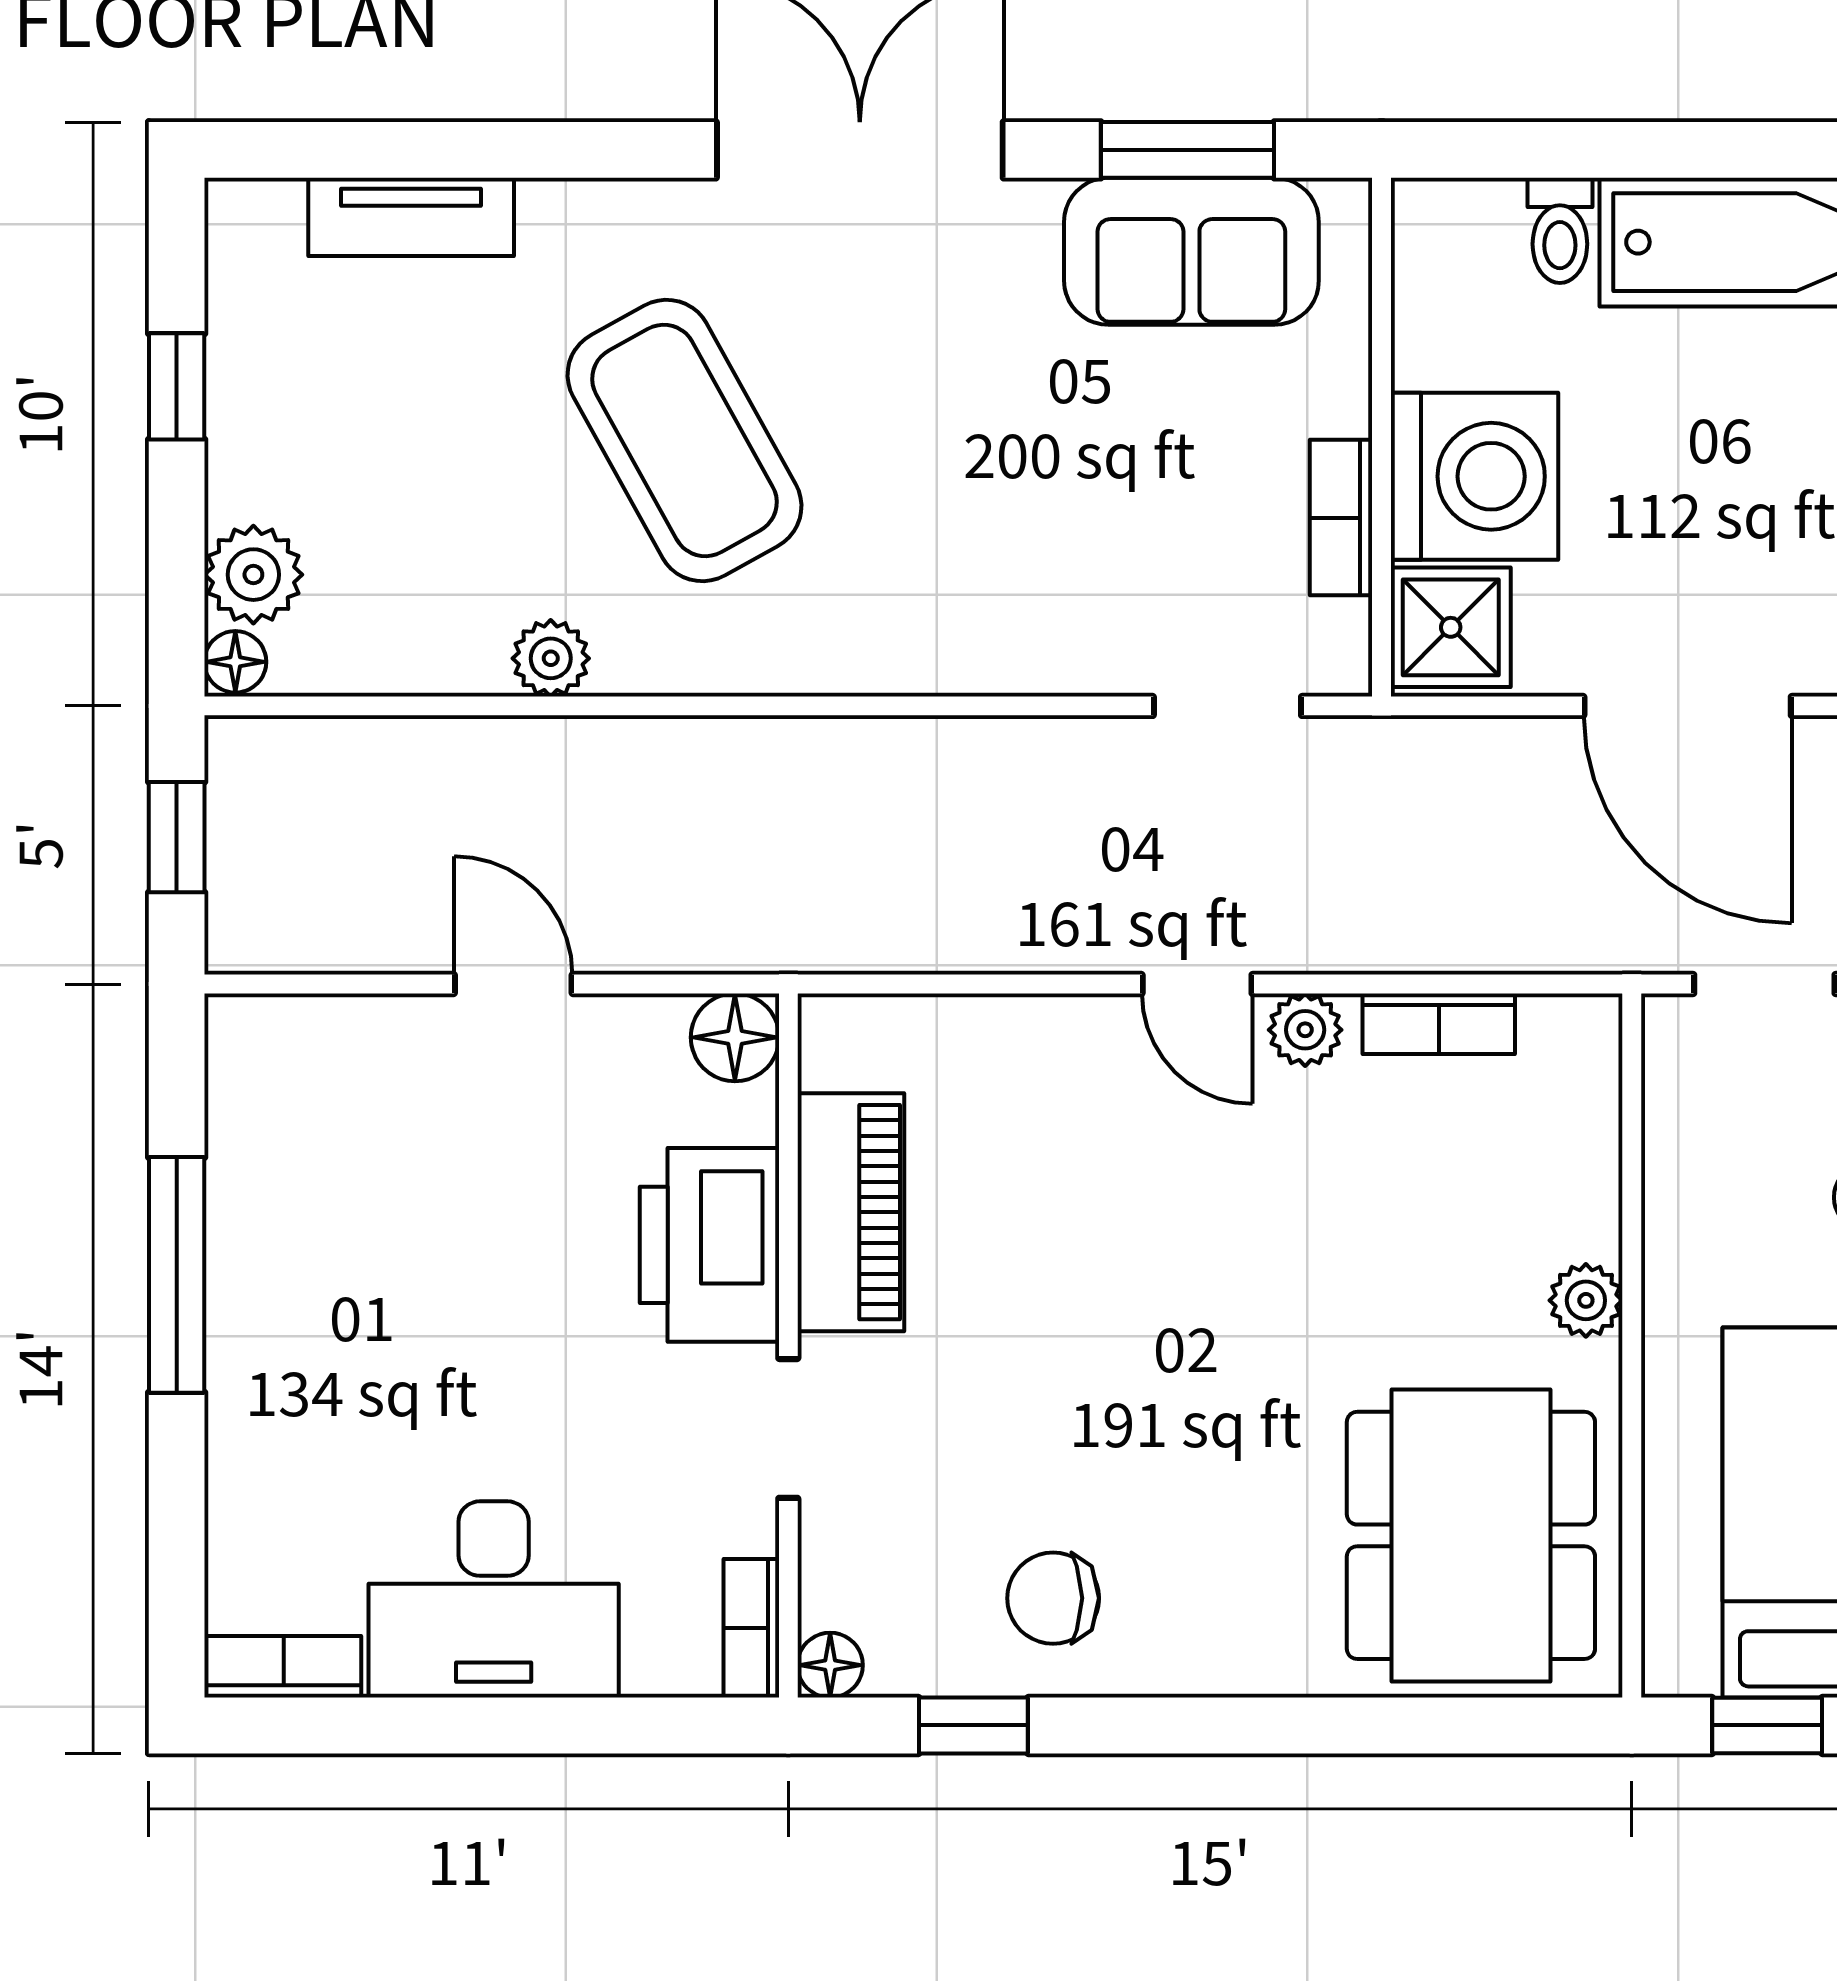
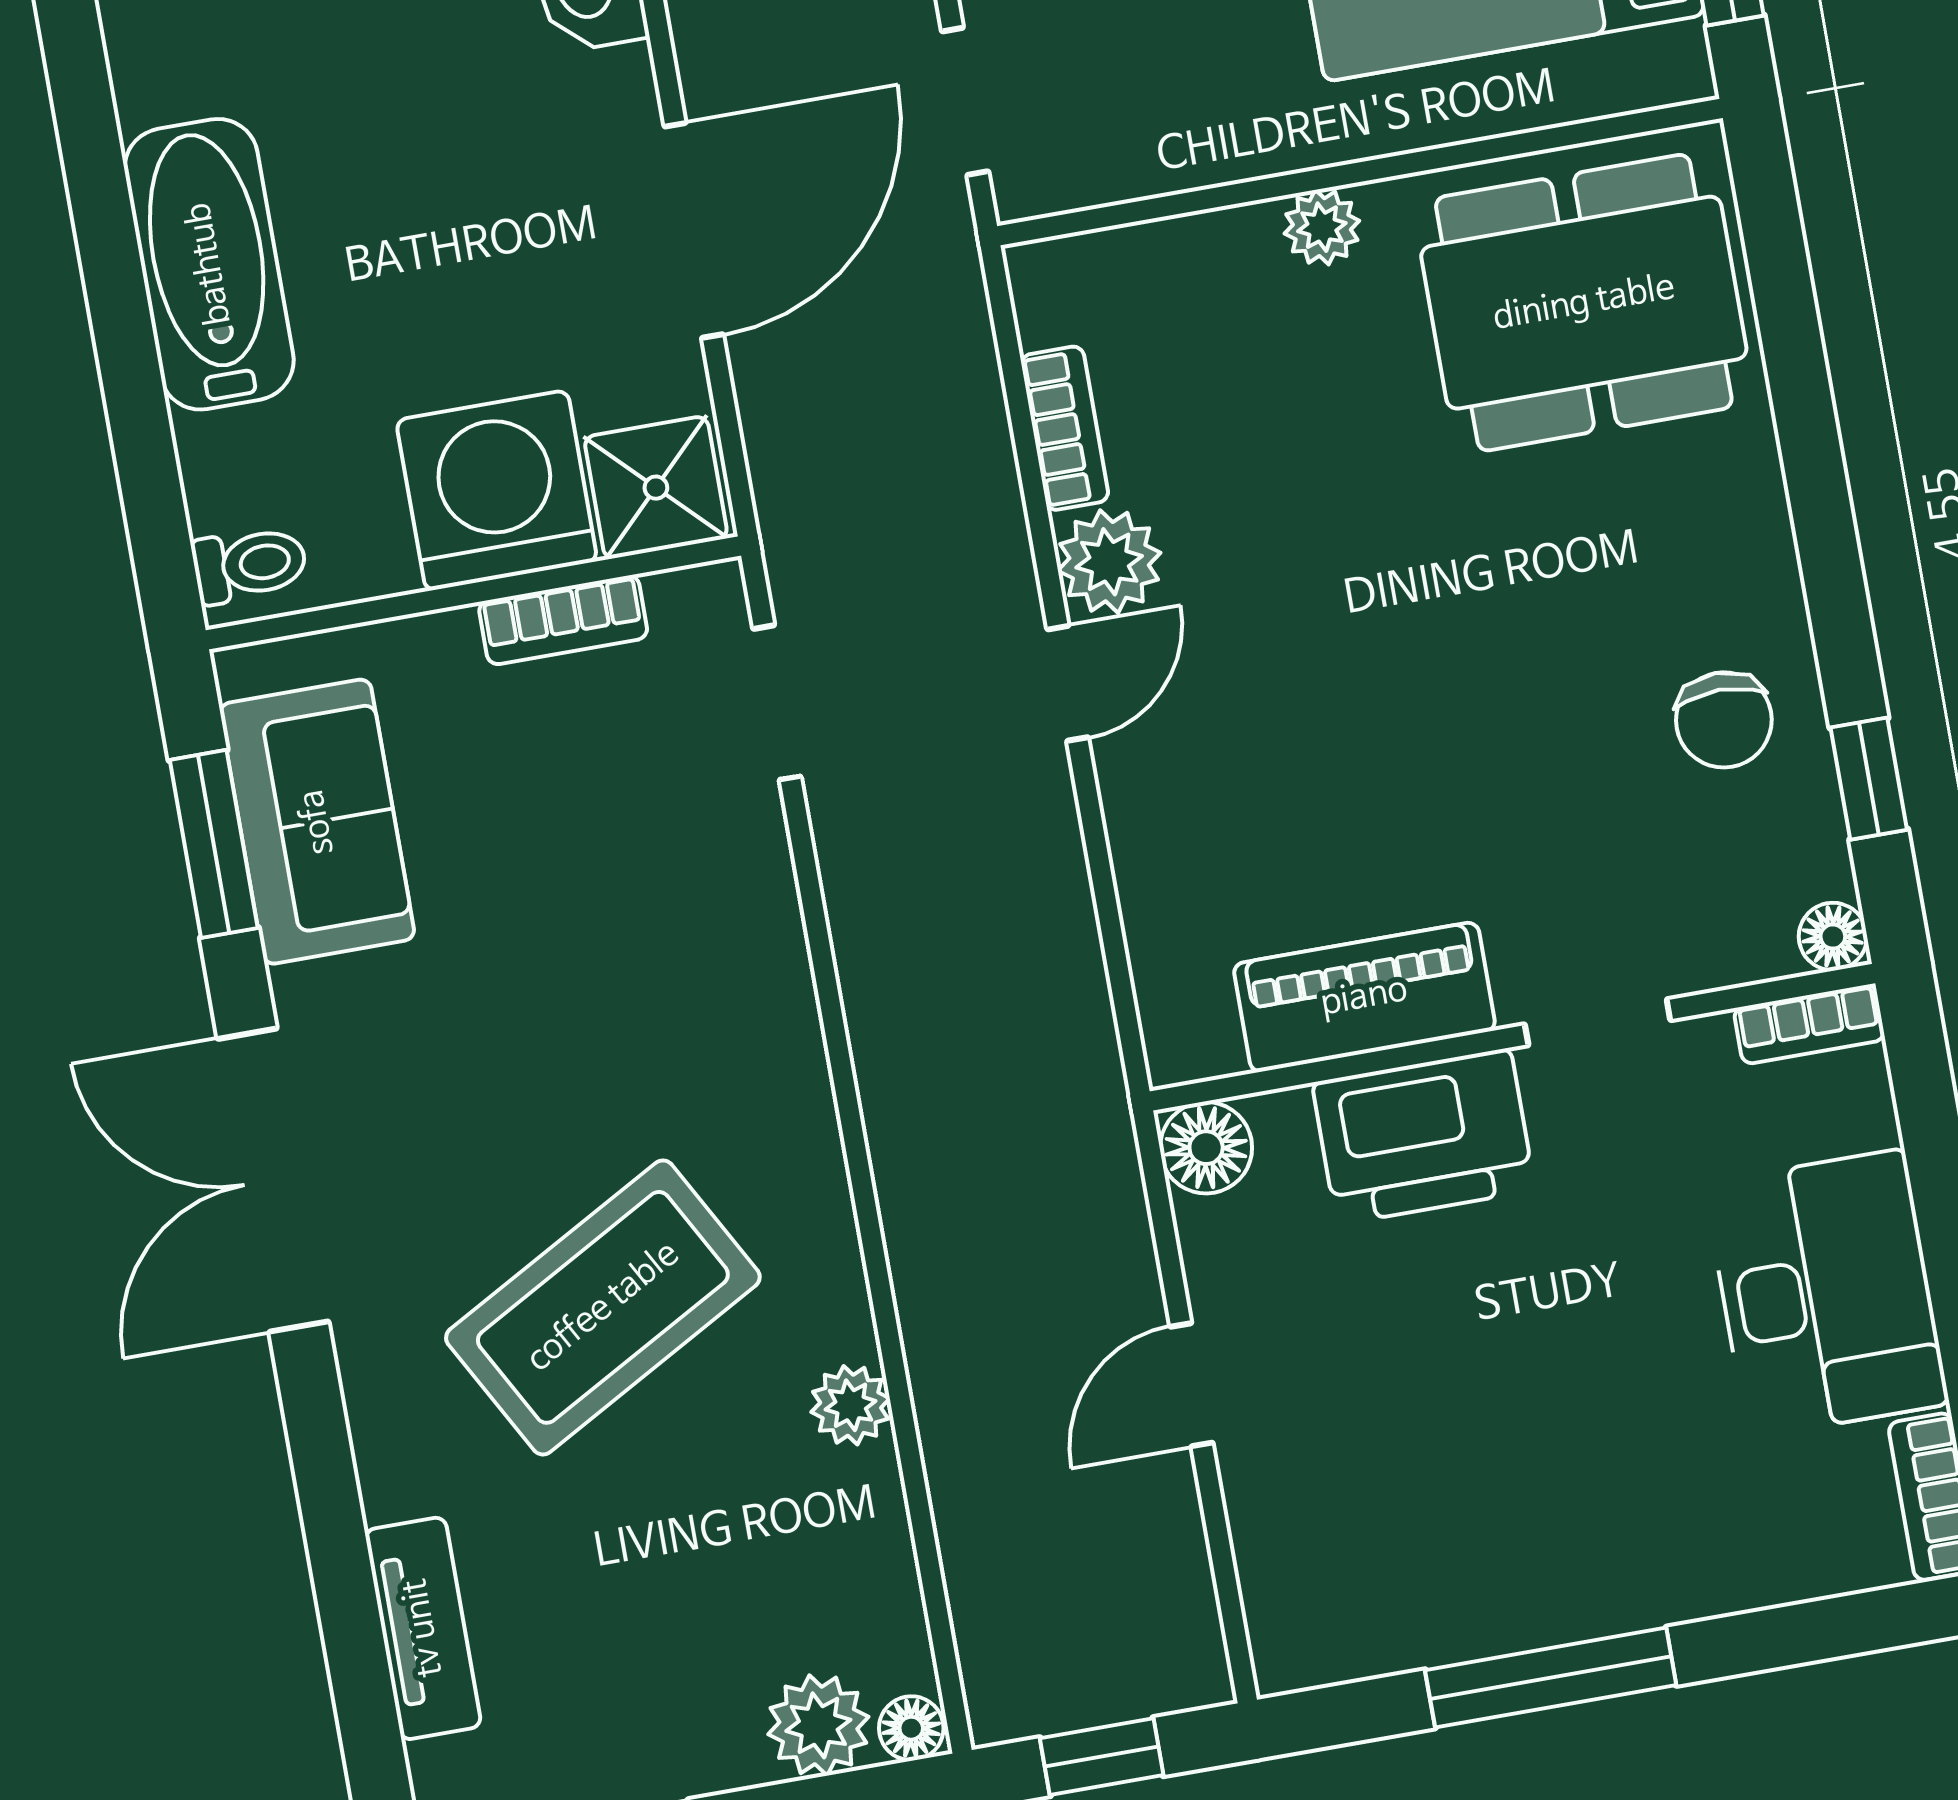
toilet: (1560, 230) -> (250, 565), moved
plant: (1305, 1030) -> (1109, 562), width x1.38, depth x1.38

